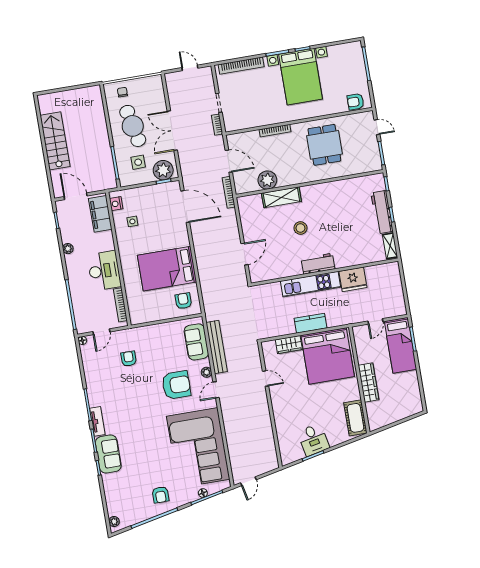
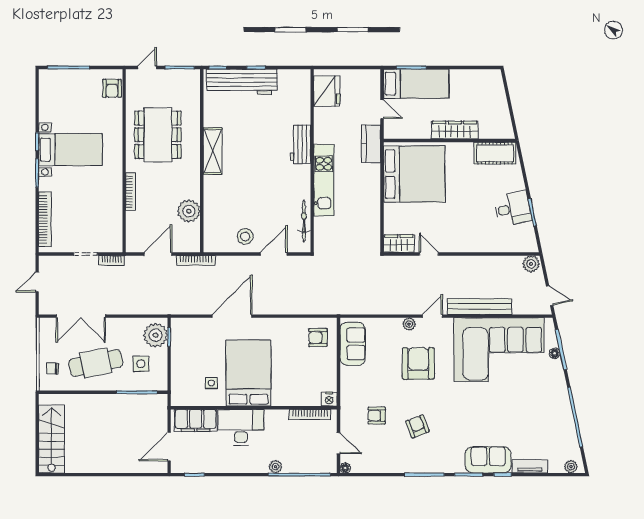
bed with nightstands: (301, 77) -> (70, 150), width x0.73
double door: (172, 131) -> (81, 316), moved
stairs: (55, 141) -> (52, 439), moved, turned 90
dining table: (324, 145) -> (158, 135), width x1.38
shelving: (281, 197) -> (213, 151), moved
nightstand: (116, 204) -> (329, 399), moved
door: (185, 207) -> (232, 316), moved
workbench: (382, 212) -> (242, 82), width x1.36, depth x1.32
stool: (300, 228) -> (245, 236), moved
shelving: (390, 246) -> (294, 76), removed
plant: (68, 249) -> (276, 467), moved
door: (244, 254) -> (274, 254), hinge flipped
workbench: (318, 264) -> (301, 144), moved
bed: (167, 269) -> (249, 373), moved, turned 180
desk: (104, 271) -> (241, 427), moved
bicycle: (275, 274) -> (304, 221), added
fridge: (353, 279) -> (327, 91), moved
kitchen counter: (311, 323) -> (371, 144), moved
sofa: (196, 342) -> (353, 344), moved, turned -90
wardrobe: (289, 345) -> (399, 244), moved, turned -90
bench: (217, 347) -> (480, 307), moved
door: (265, 379) -> (429, 254), hinge flipped
door: (216, 390) -> (432, 316), swing flipped
tv unit: (97, 421) -> (530, 466), moved
plant: (271, 462) -> (531, 264), added
armchair: (160, 495) -> (417, 426), moved, turned -111

